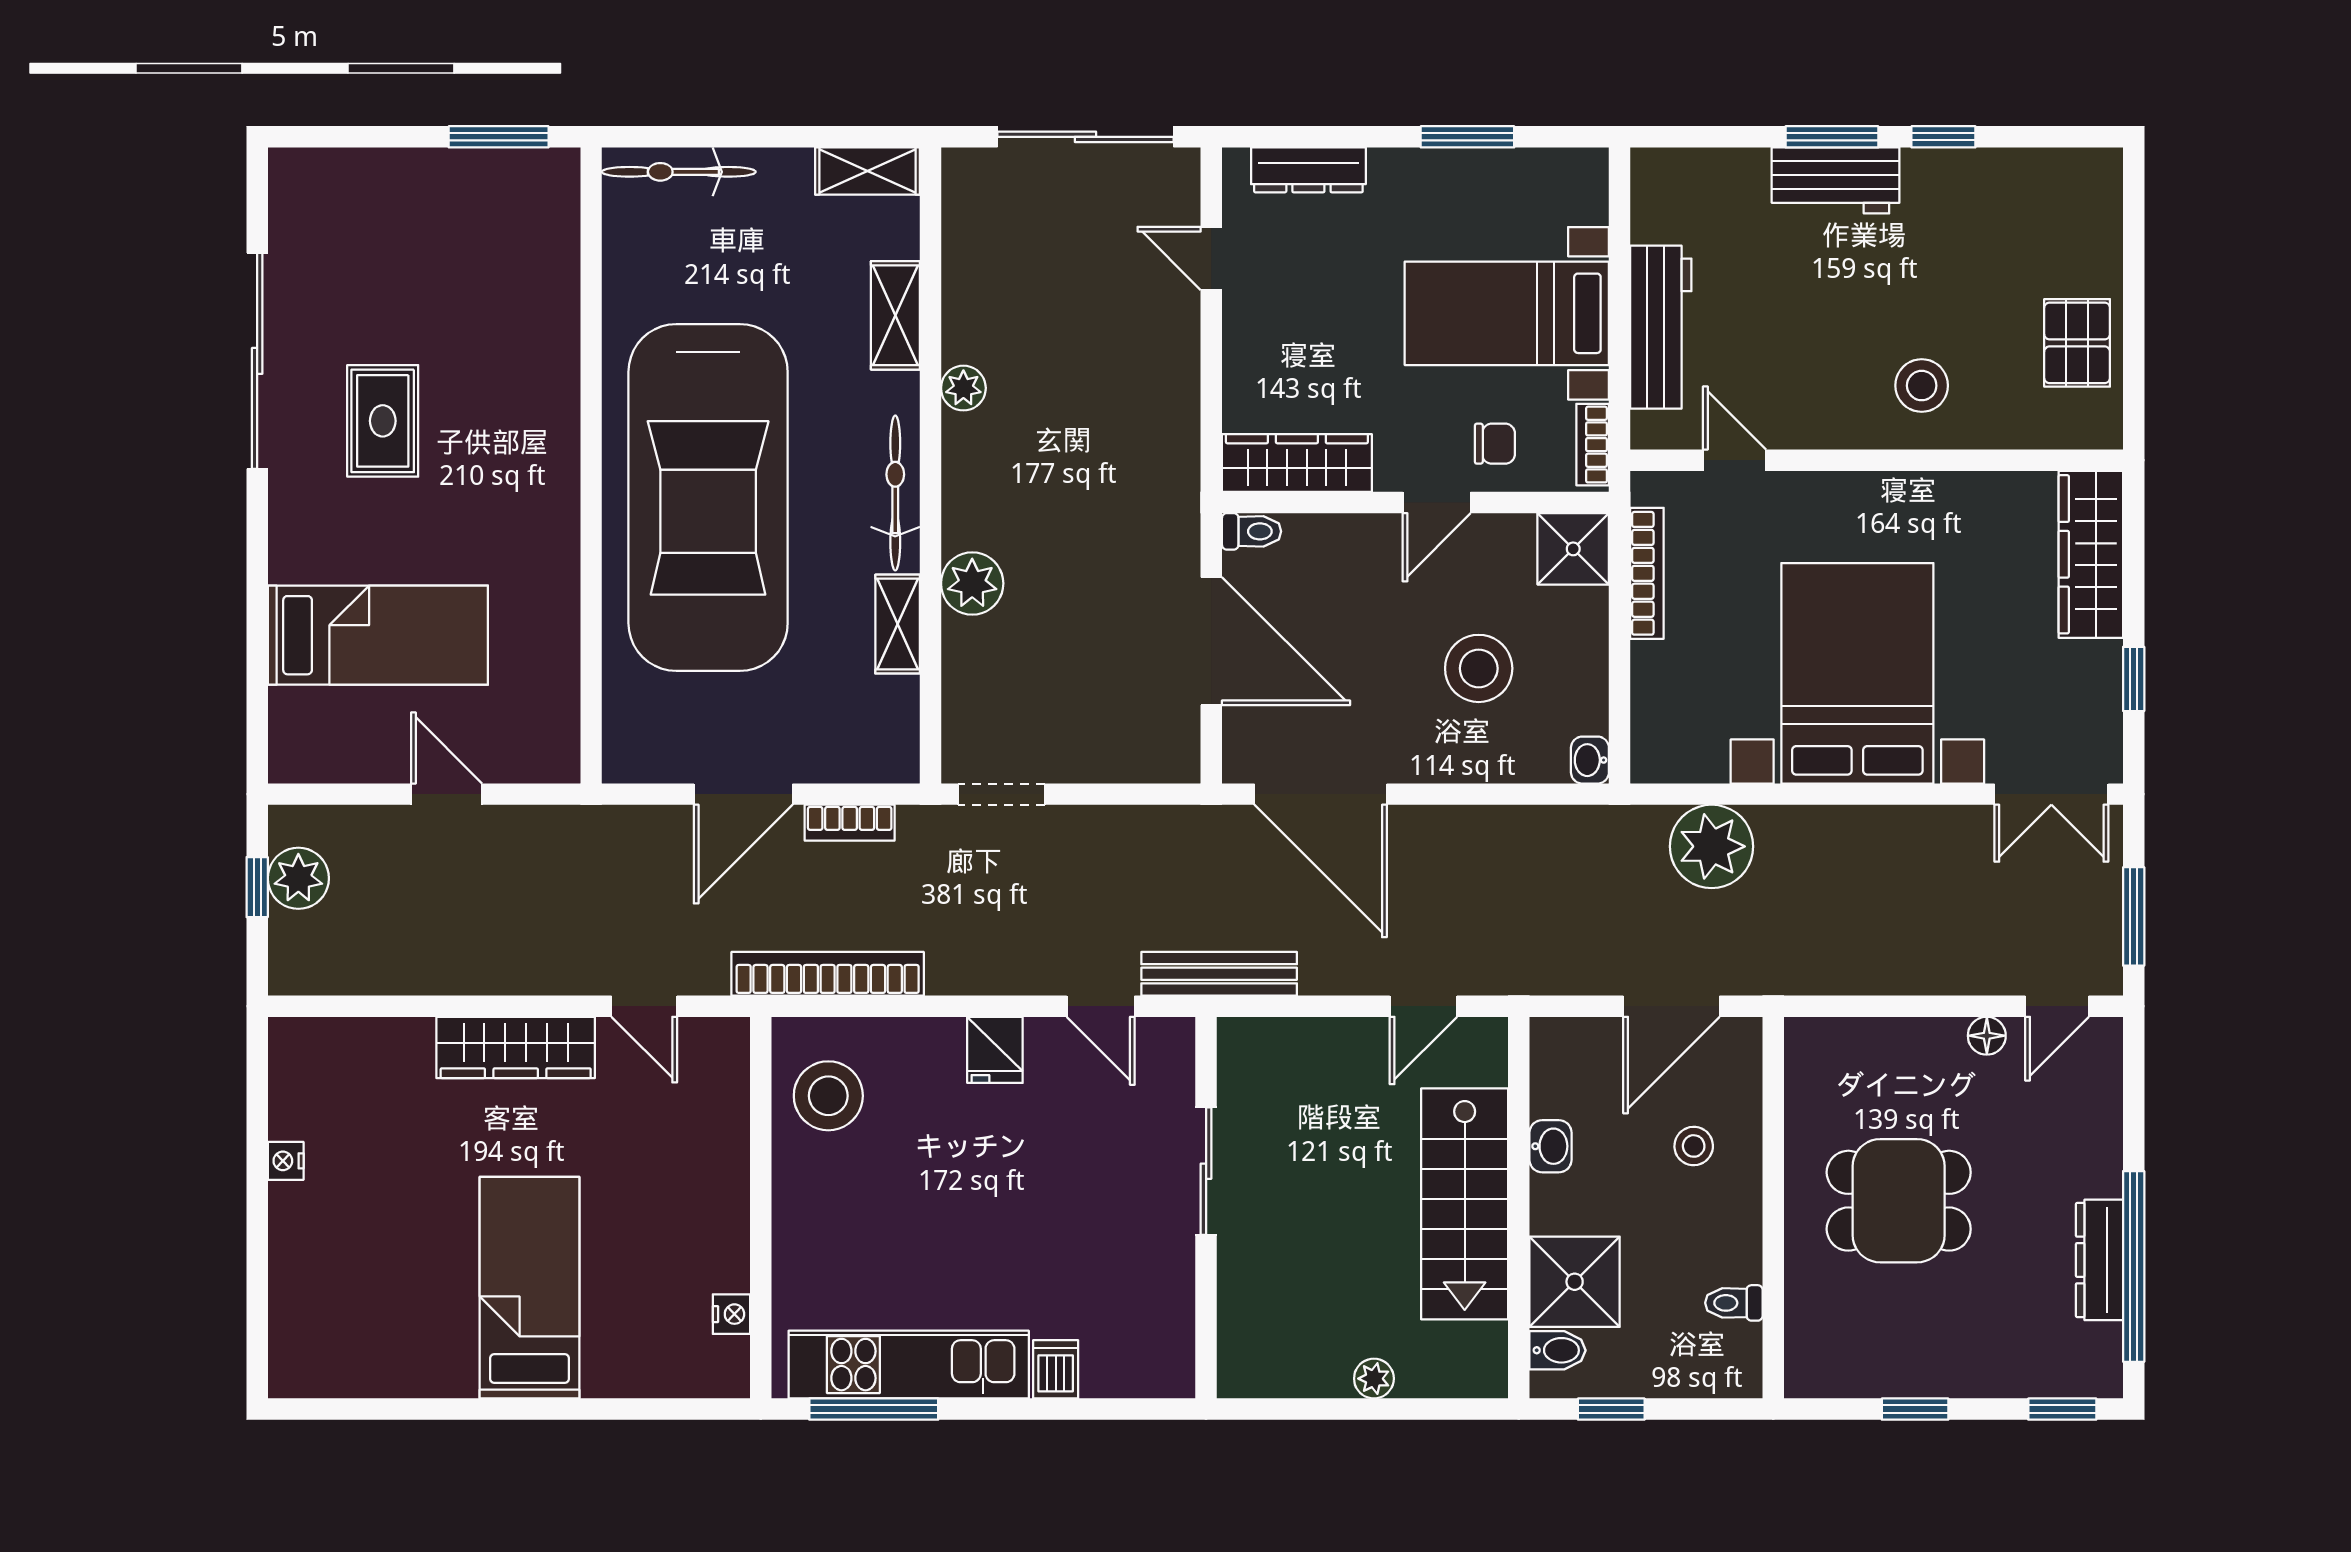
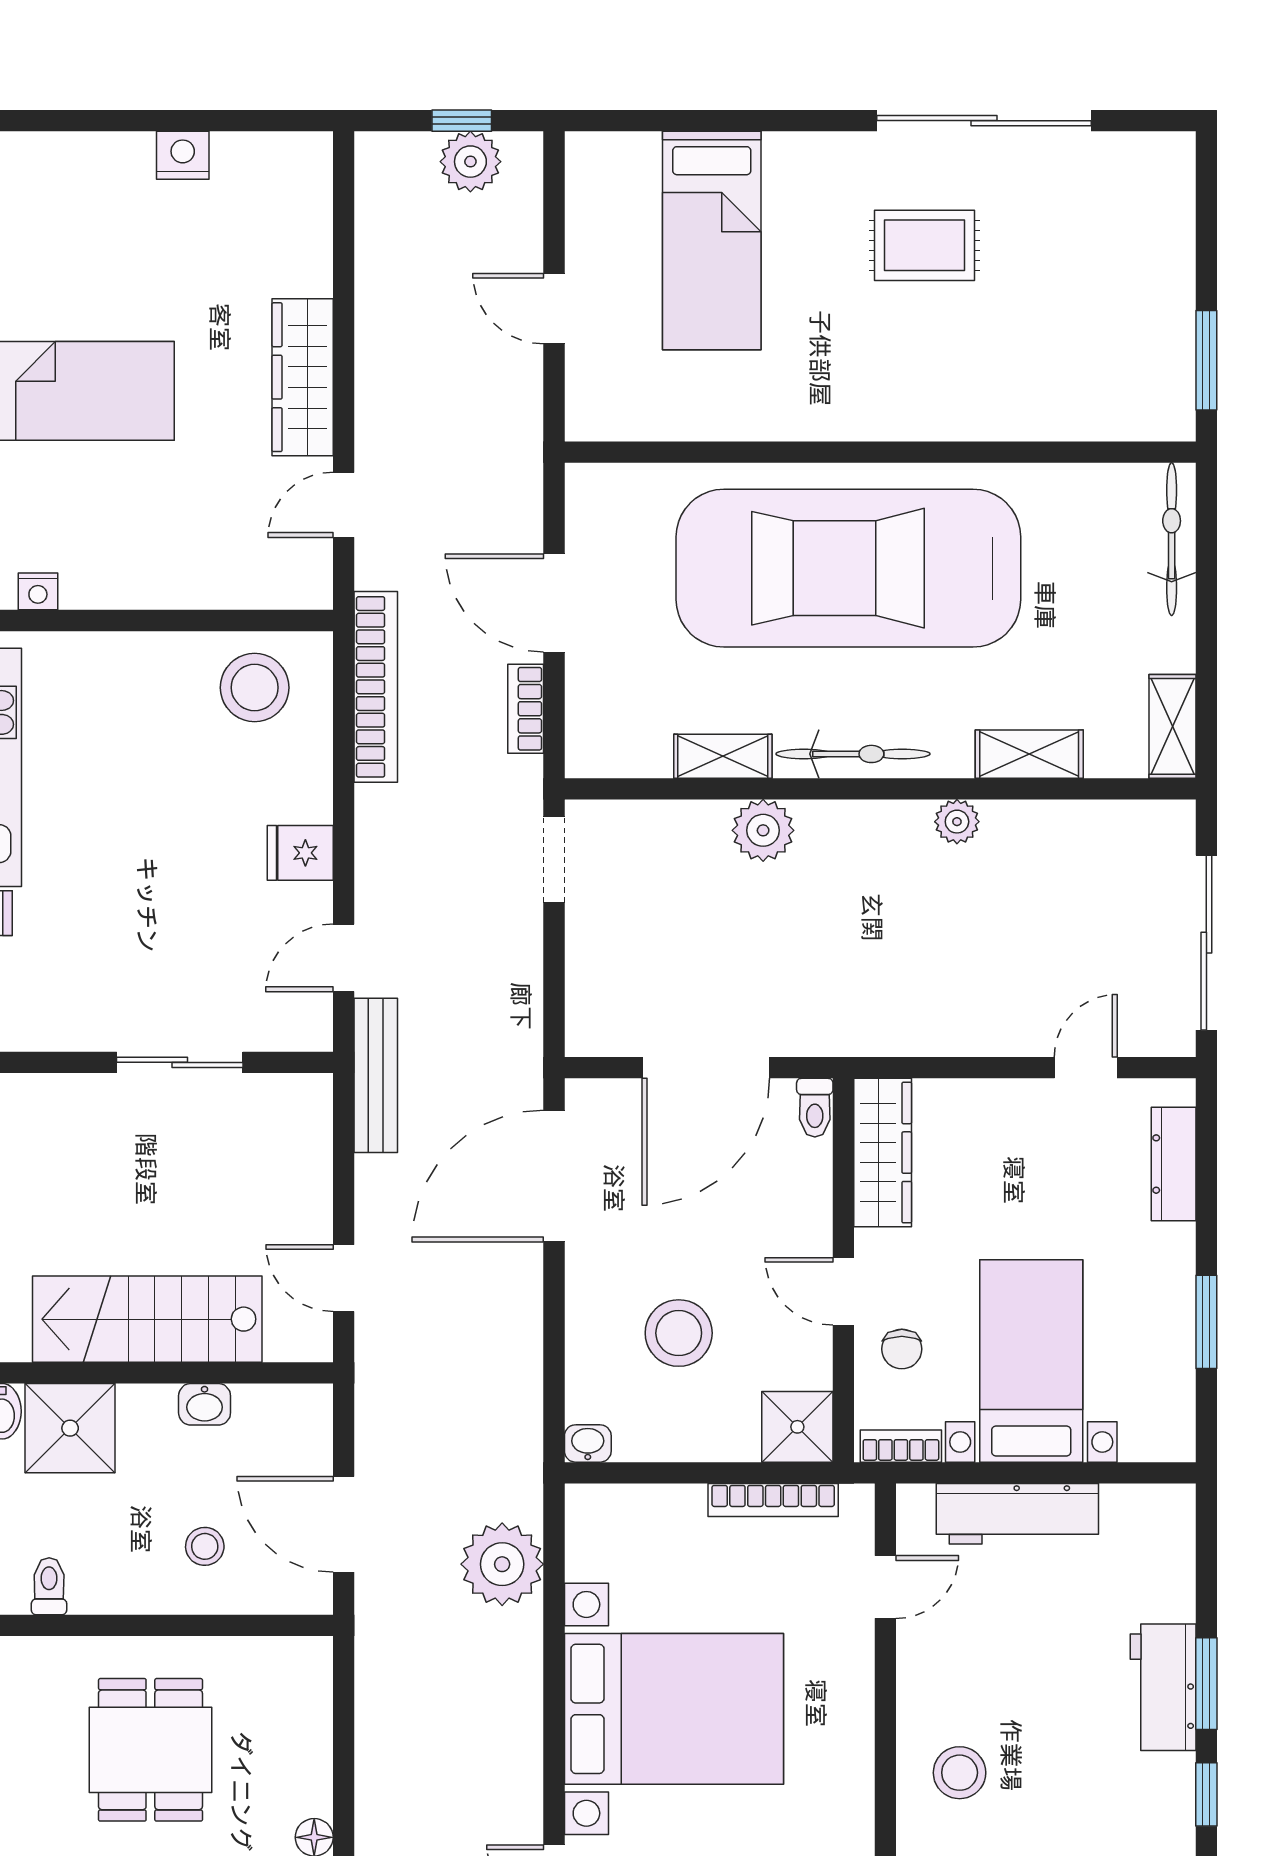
door: (447, 794) -> (554, 309), swing flipped
nightstand: (286, 1161) -> (183, 155), width x1.39, depth x1.35

